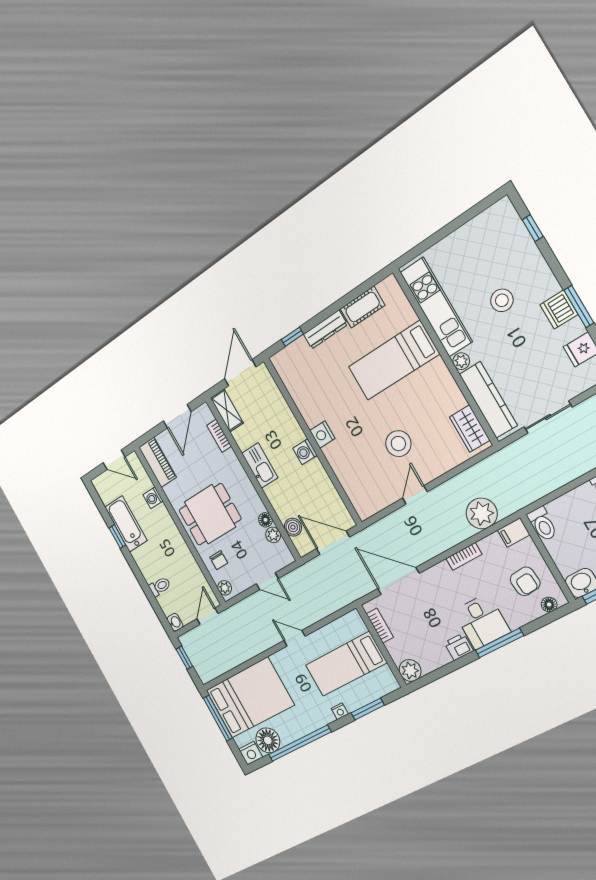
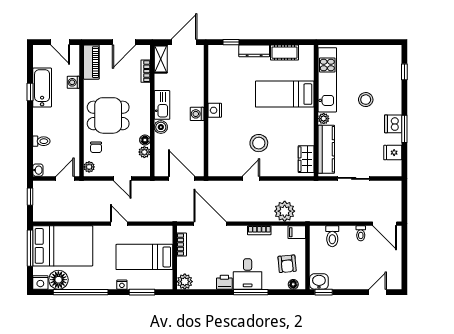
toilet: (542, 524) -> (332, 236), moved
boiler: (293, 527) -> (161, 127), moved

